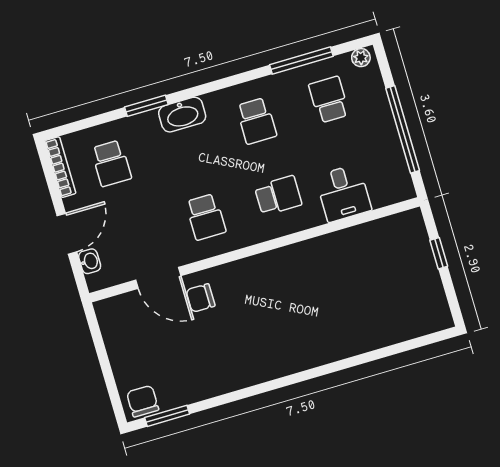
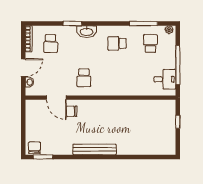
school desk: (256, 121) -> (117, 43), turned 90
desk: (343, 193) -> (165, 79), moved, turned -90
school desk: (278, 196) -> (117, 78), removed
bench: (275, 367) -> (95, 149), added

